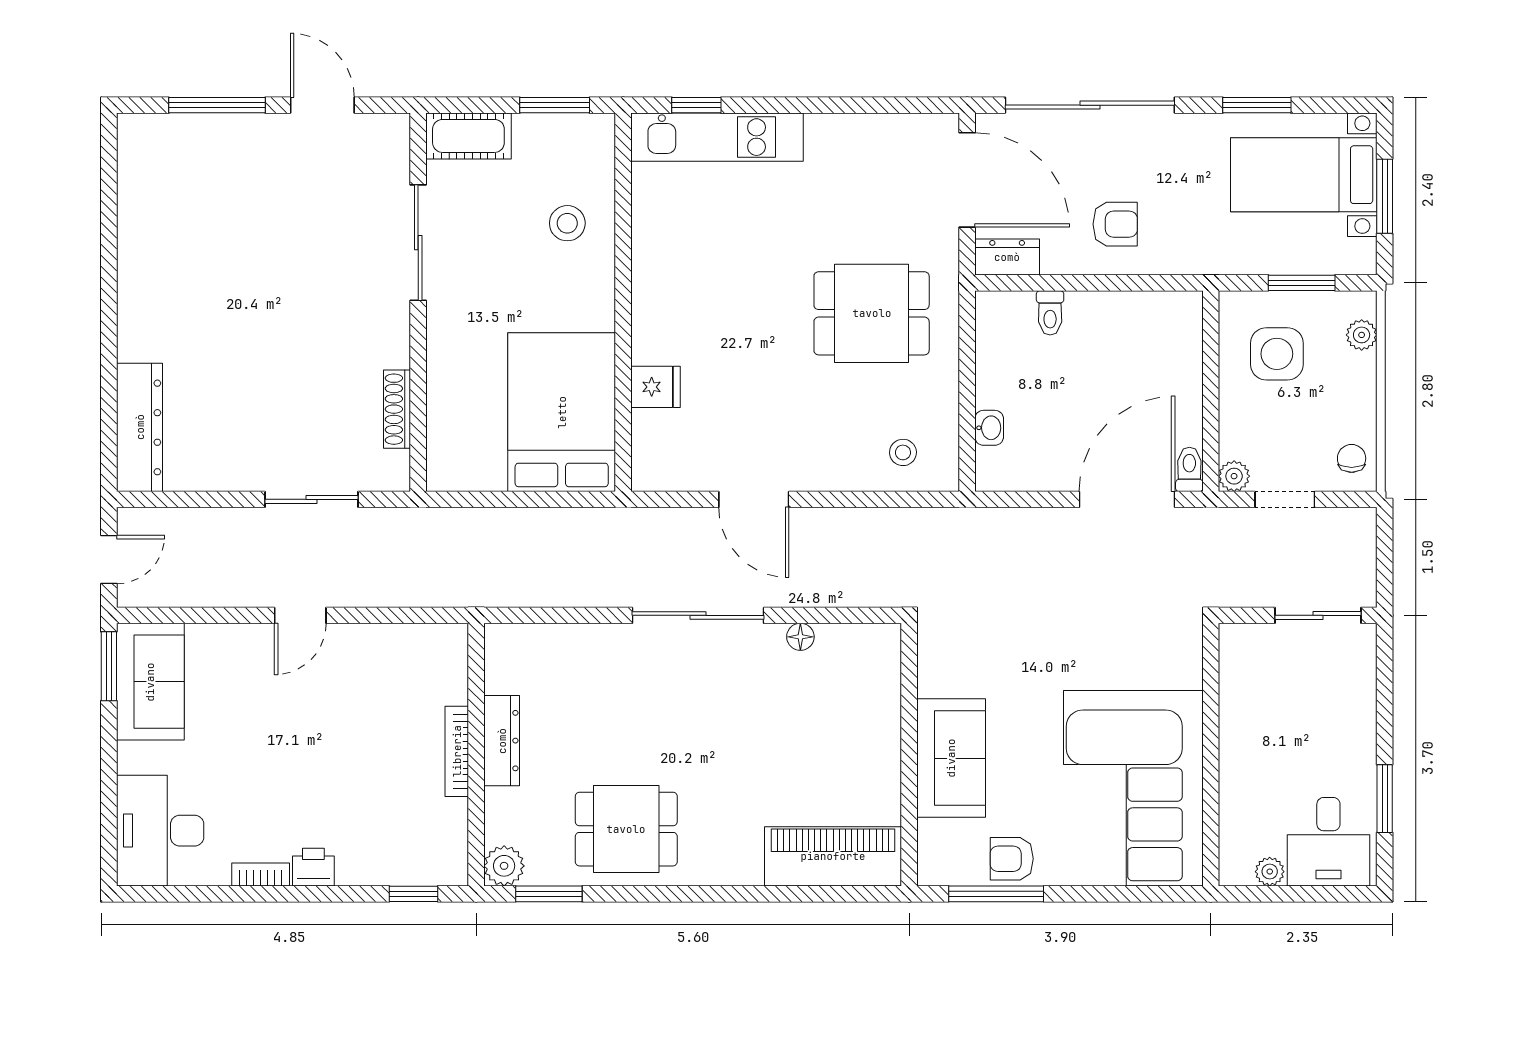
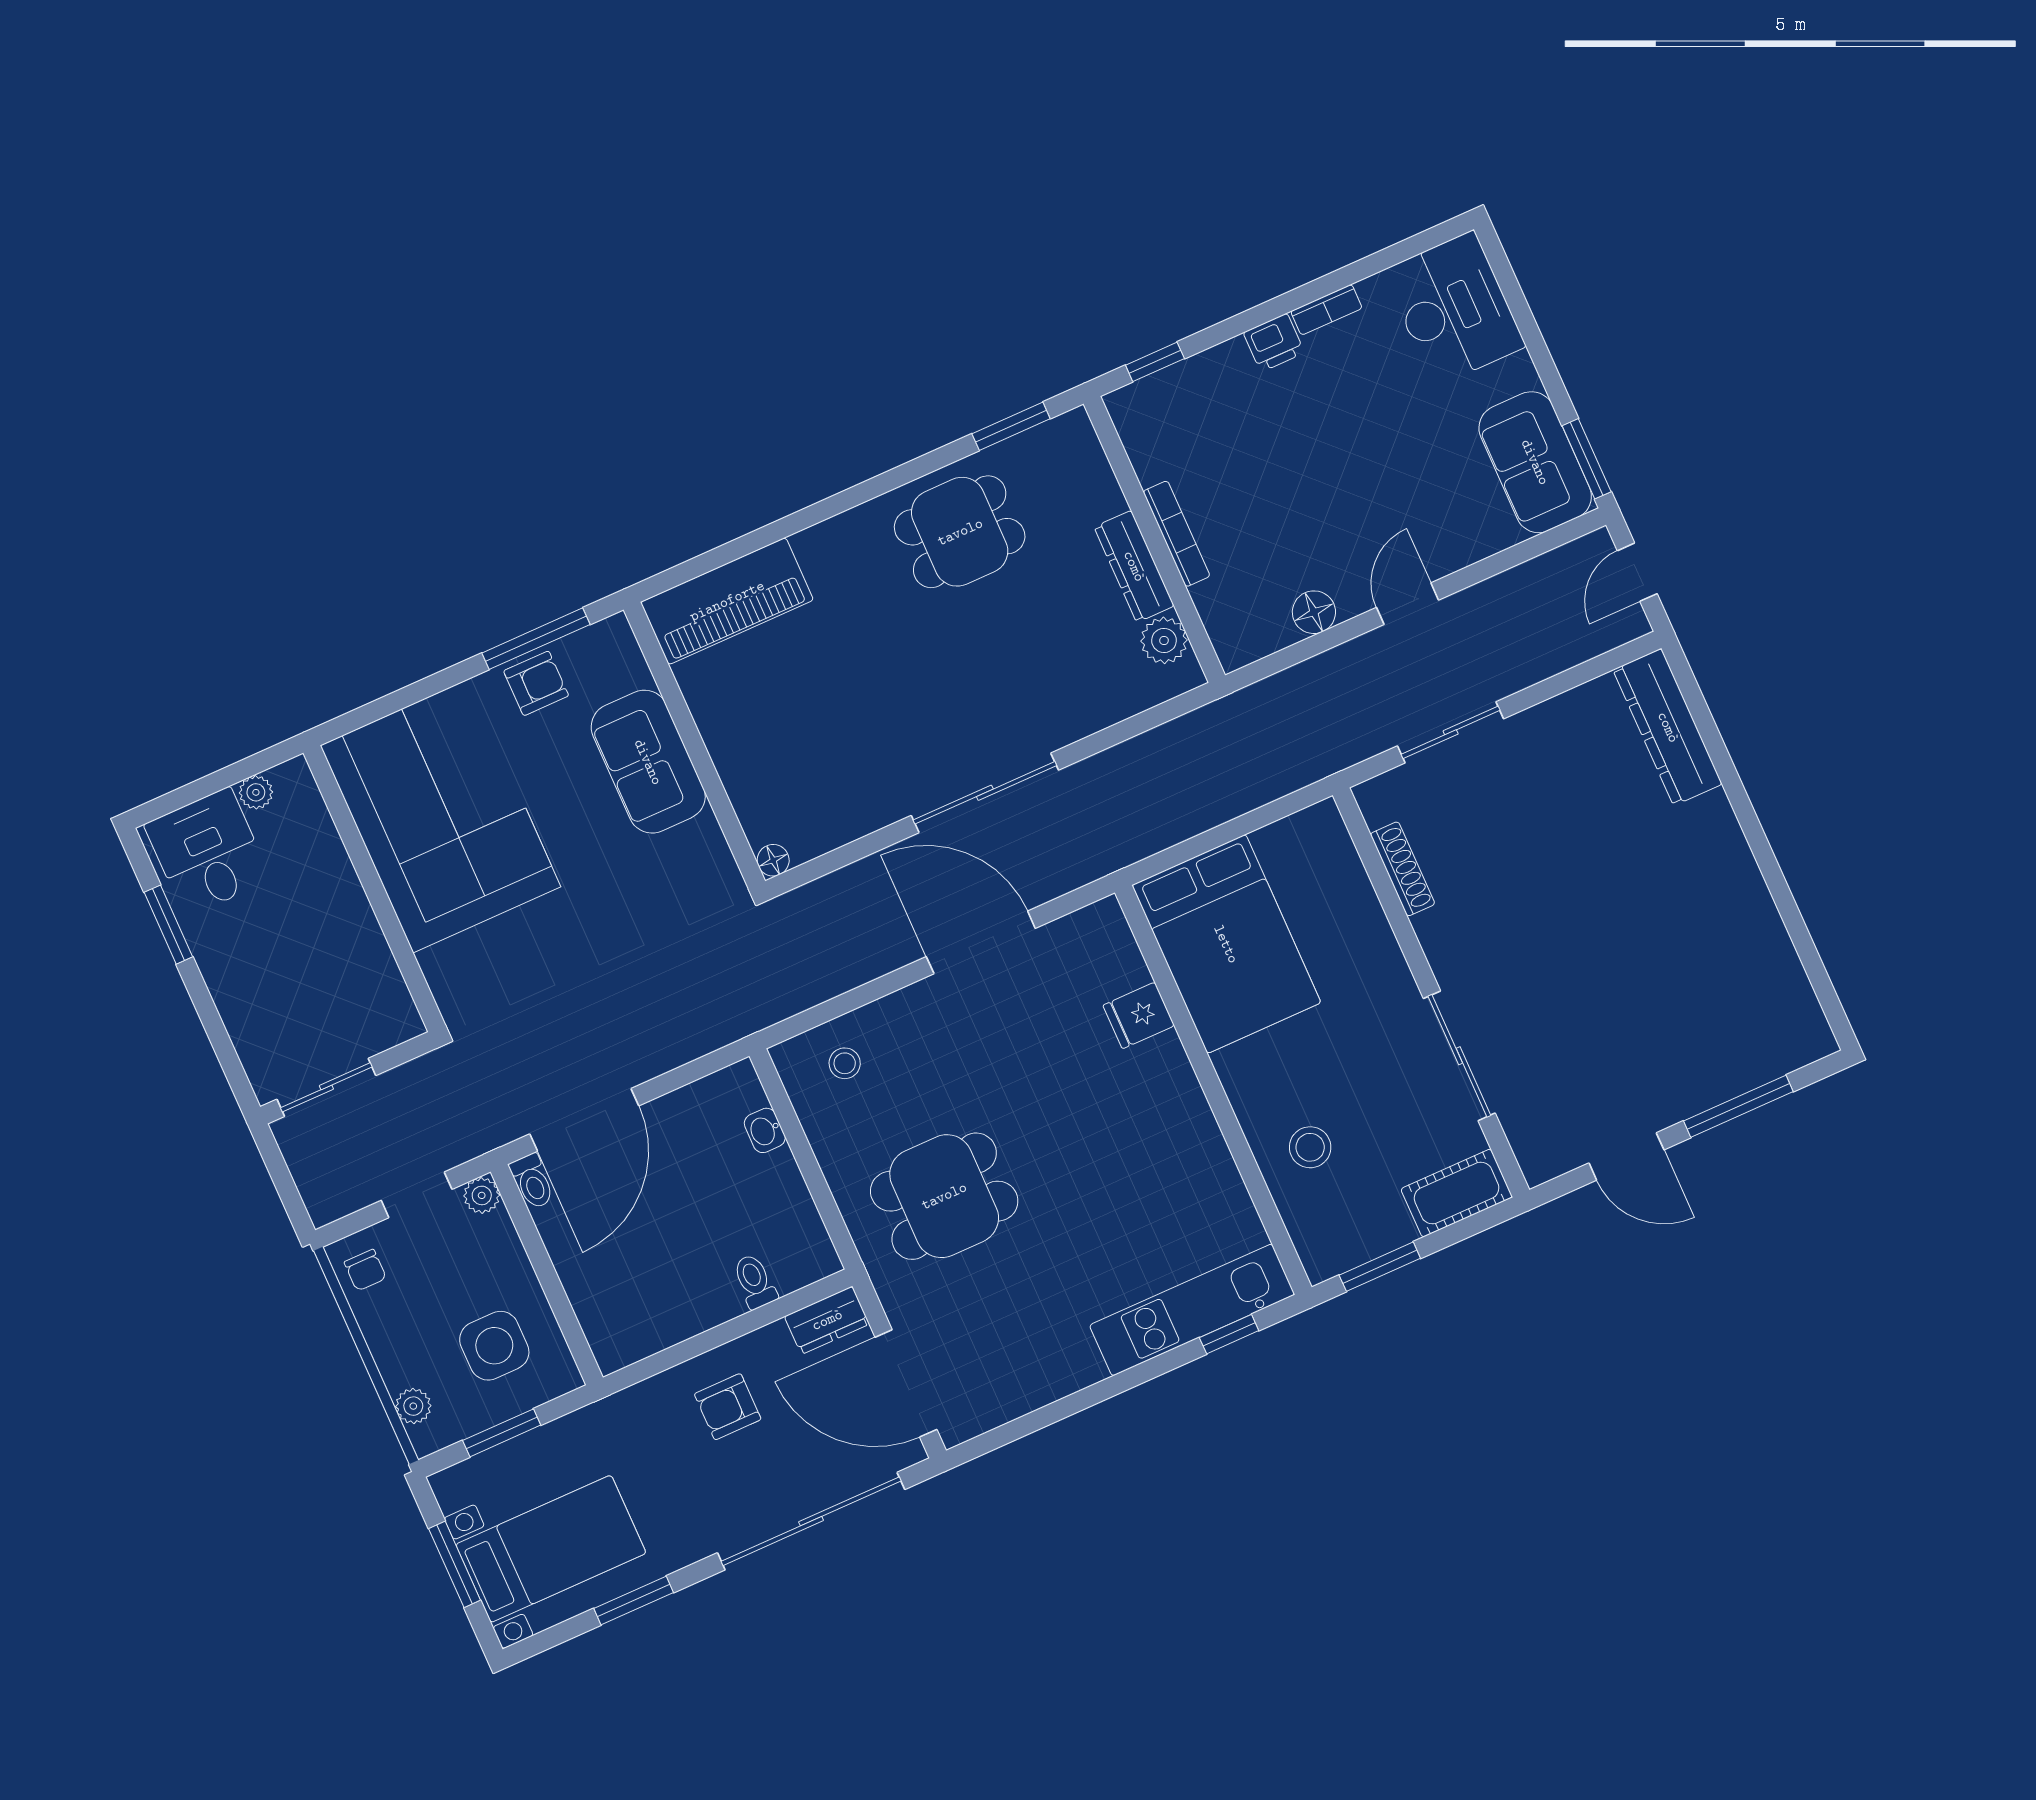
door: (754, 499) -> (981, 942), width x1.36
floor lamp: (800, 637) -> (773, 860), moved
floor lamp: (377, 642) -> (1314, 612), added
plant: (504, 866) -> (1164, 640), moved

